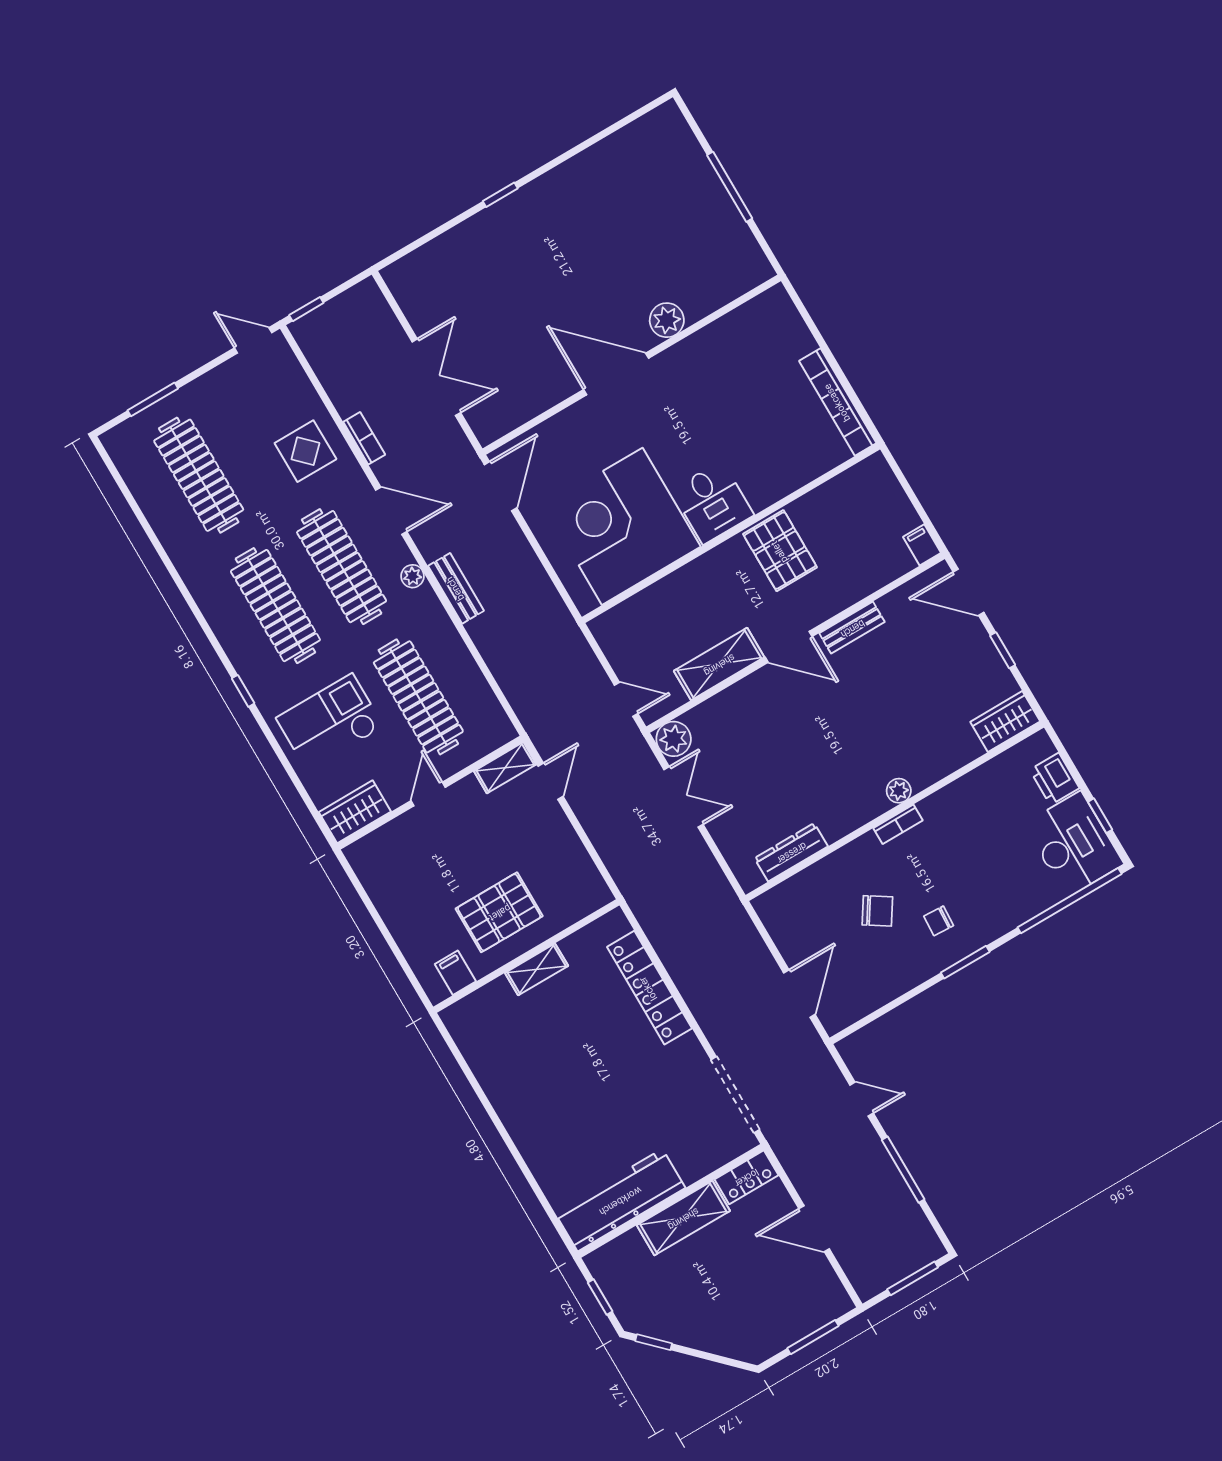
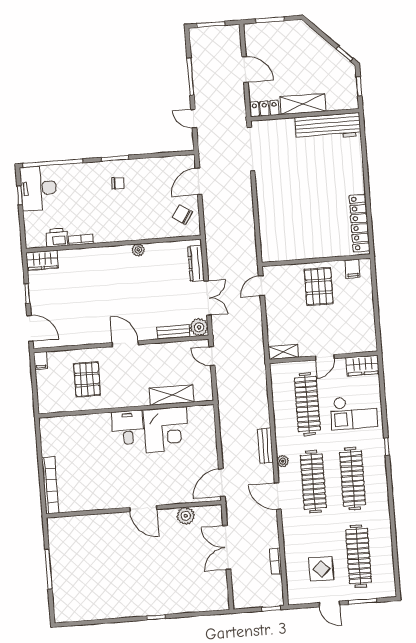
plant: (667, 320) -> (186, 516), moved
door: (253, 340) -> (329, 604), moved
door: (616, 374) -> (143, 508), width x0.73
bookcase: (838, 402) -> (50, 485), moved
bookcase: (364, 438) -> (276, 561), moved
display table: (305, 451) -> (321, 569), moved
corner desk: (622, 526) -> (166, 430), width x0.74, depth x0.74
pallet: (780, 551) -> (87, 379), moved
bench: (852, 628) -> (173, 332), moved
shelving: (719, 664) -> (172, 395), moved
printer: (1055, 779) -> (57, 238), moved, turned -90
door: (551, 781) -> (261, 286), moved
plant: (899, 791) -> (138, 250), moved
double door: (684, 797) -> (208, 298), swing flipped
bookcase: (898, 824) -> (81, 240), moved
dresser: (791, 852) -> (196, 263), moved, turned 90
chair: (877, 911) -> (183, 215), moved
pallet: (499, 912) -> (319, 287), turned 90
shelving: (537, 969) -> (314, 252), removed
locker: (649, 988) -> (359, 223), moved, turned 180

